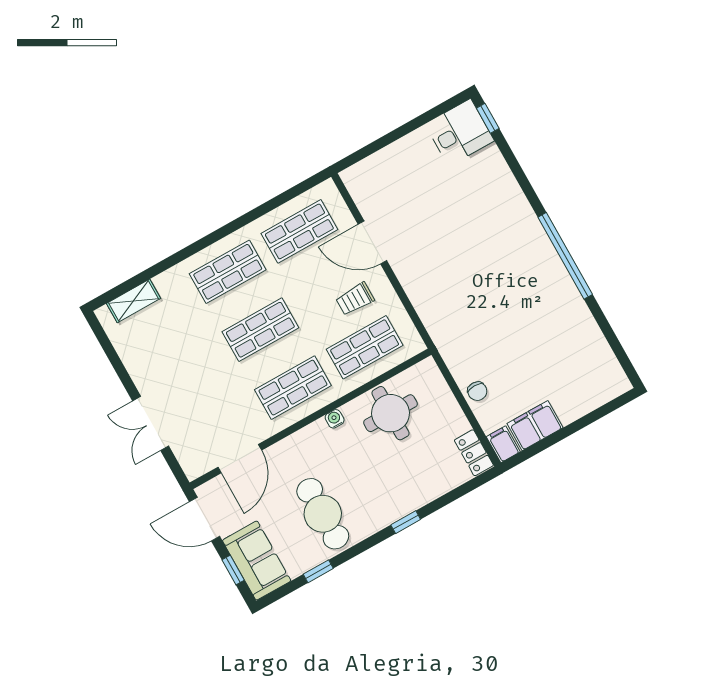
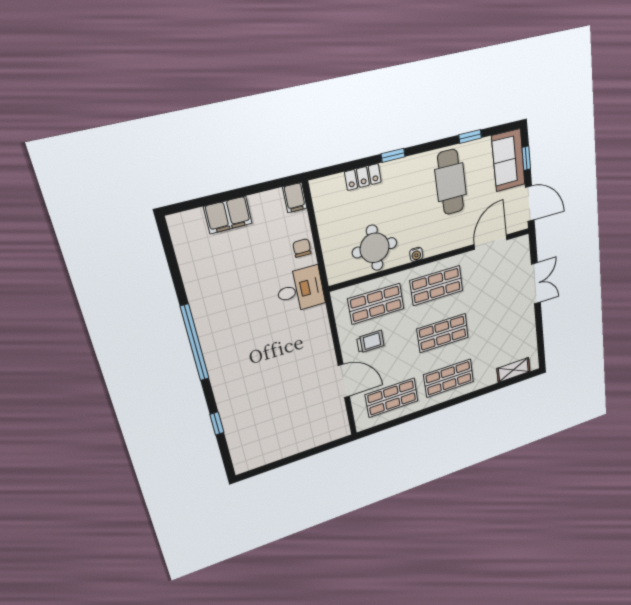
window: (488, 118) -> (217, 423), moved
desk: (460, 132) -> (300, 290), moved, turned 180
filing cabinet: (535, 426) -> (228, 215), moved
locker: (474, 453) -> (363, 177), moved, turned 90

